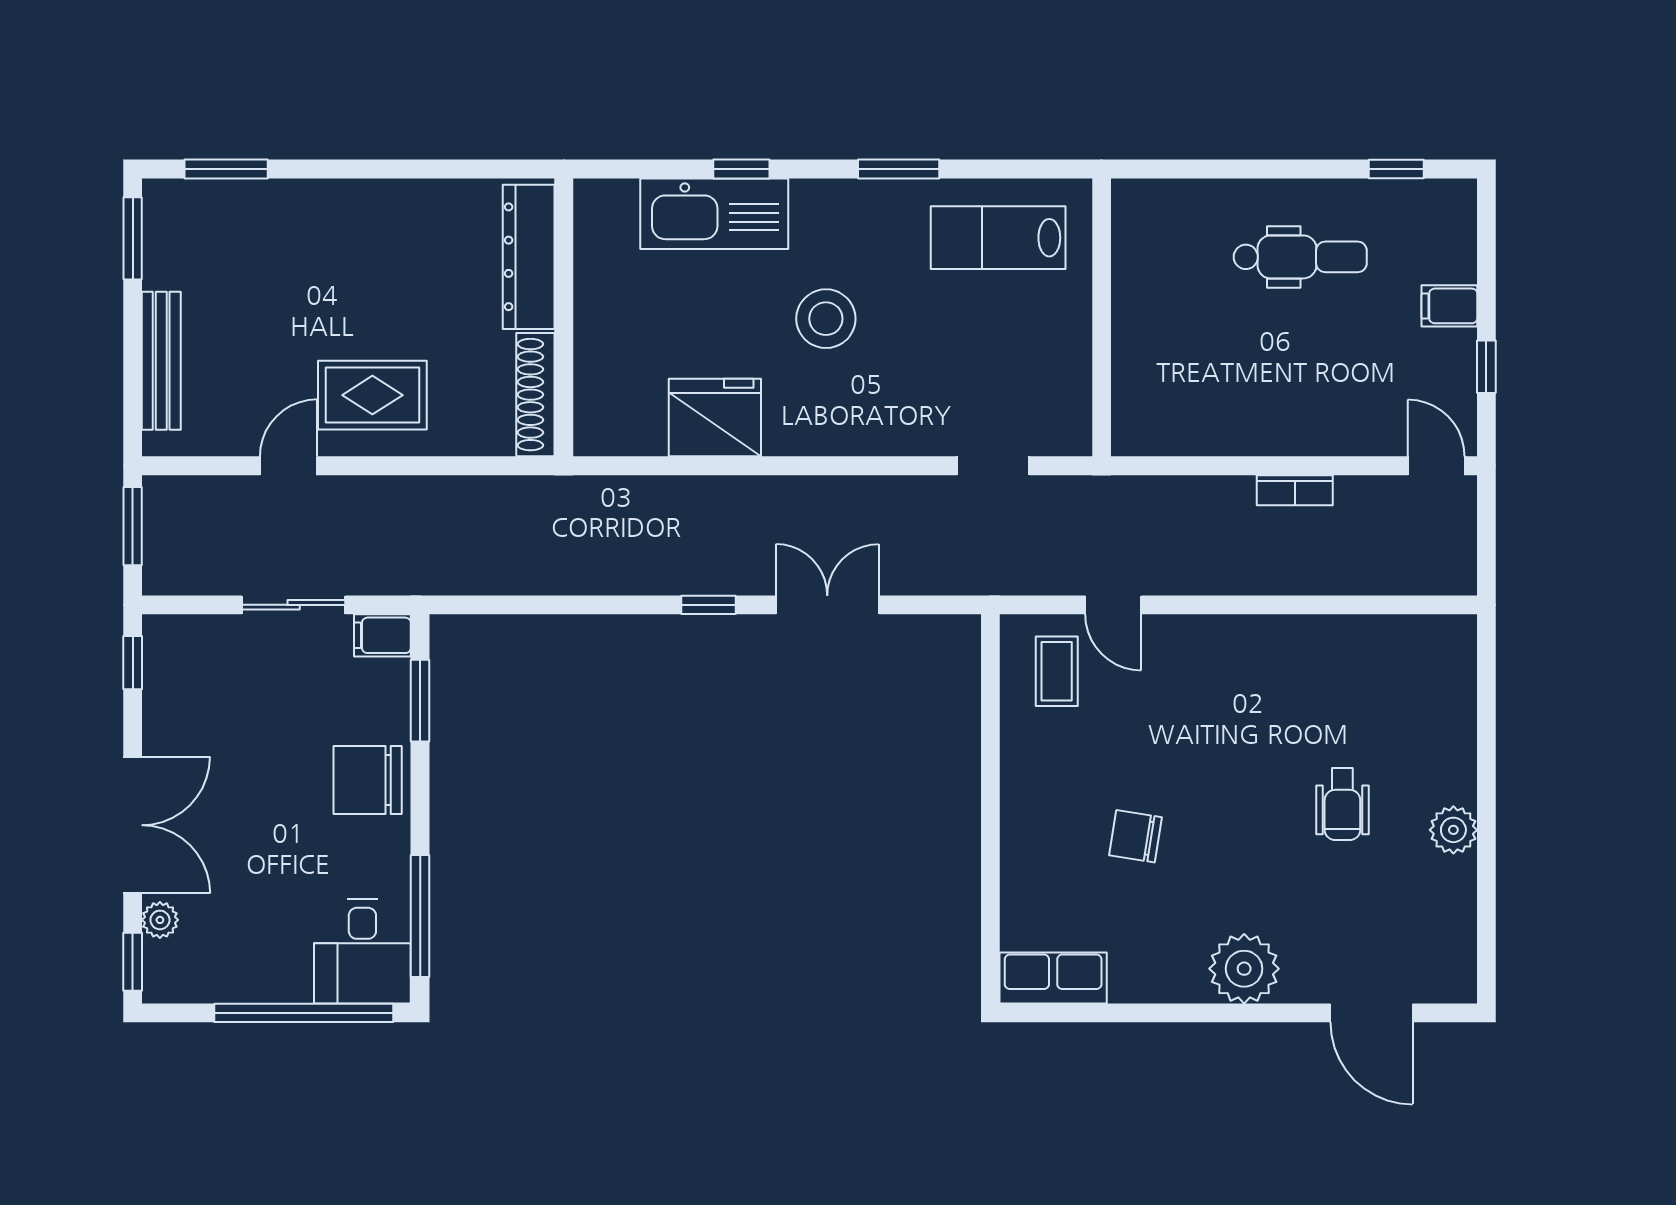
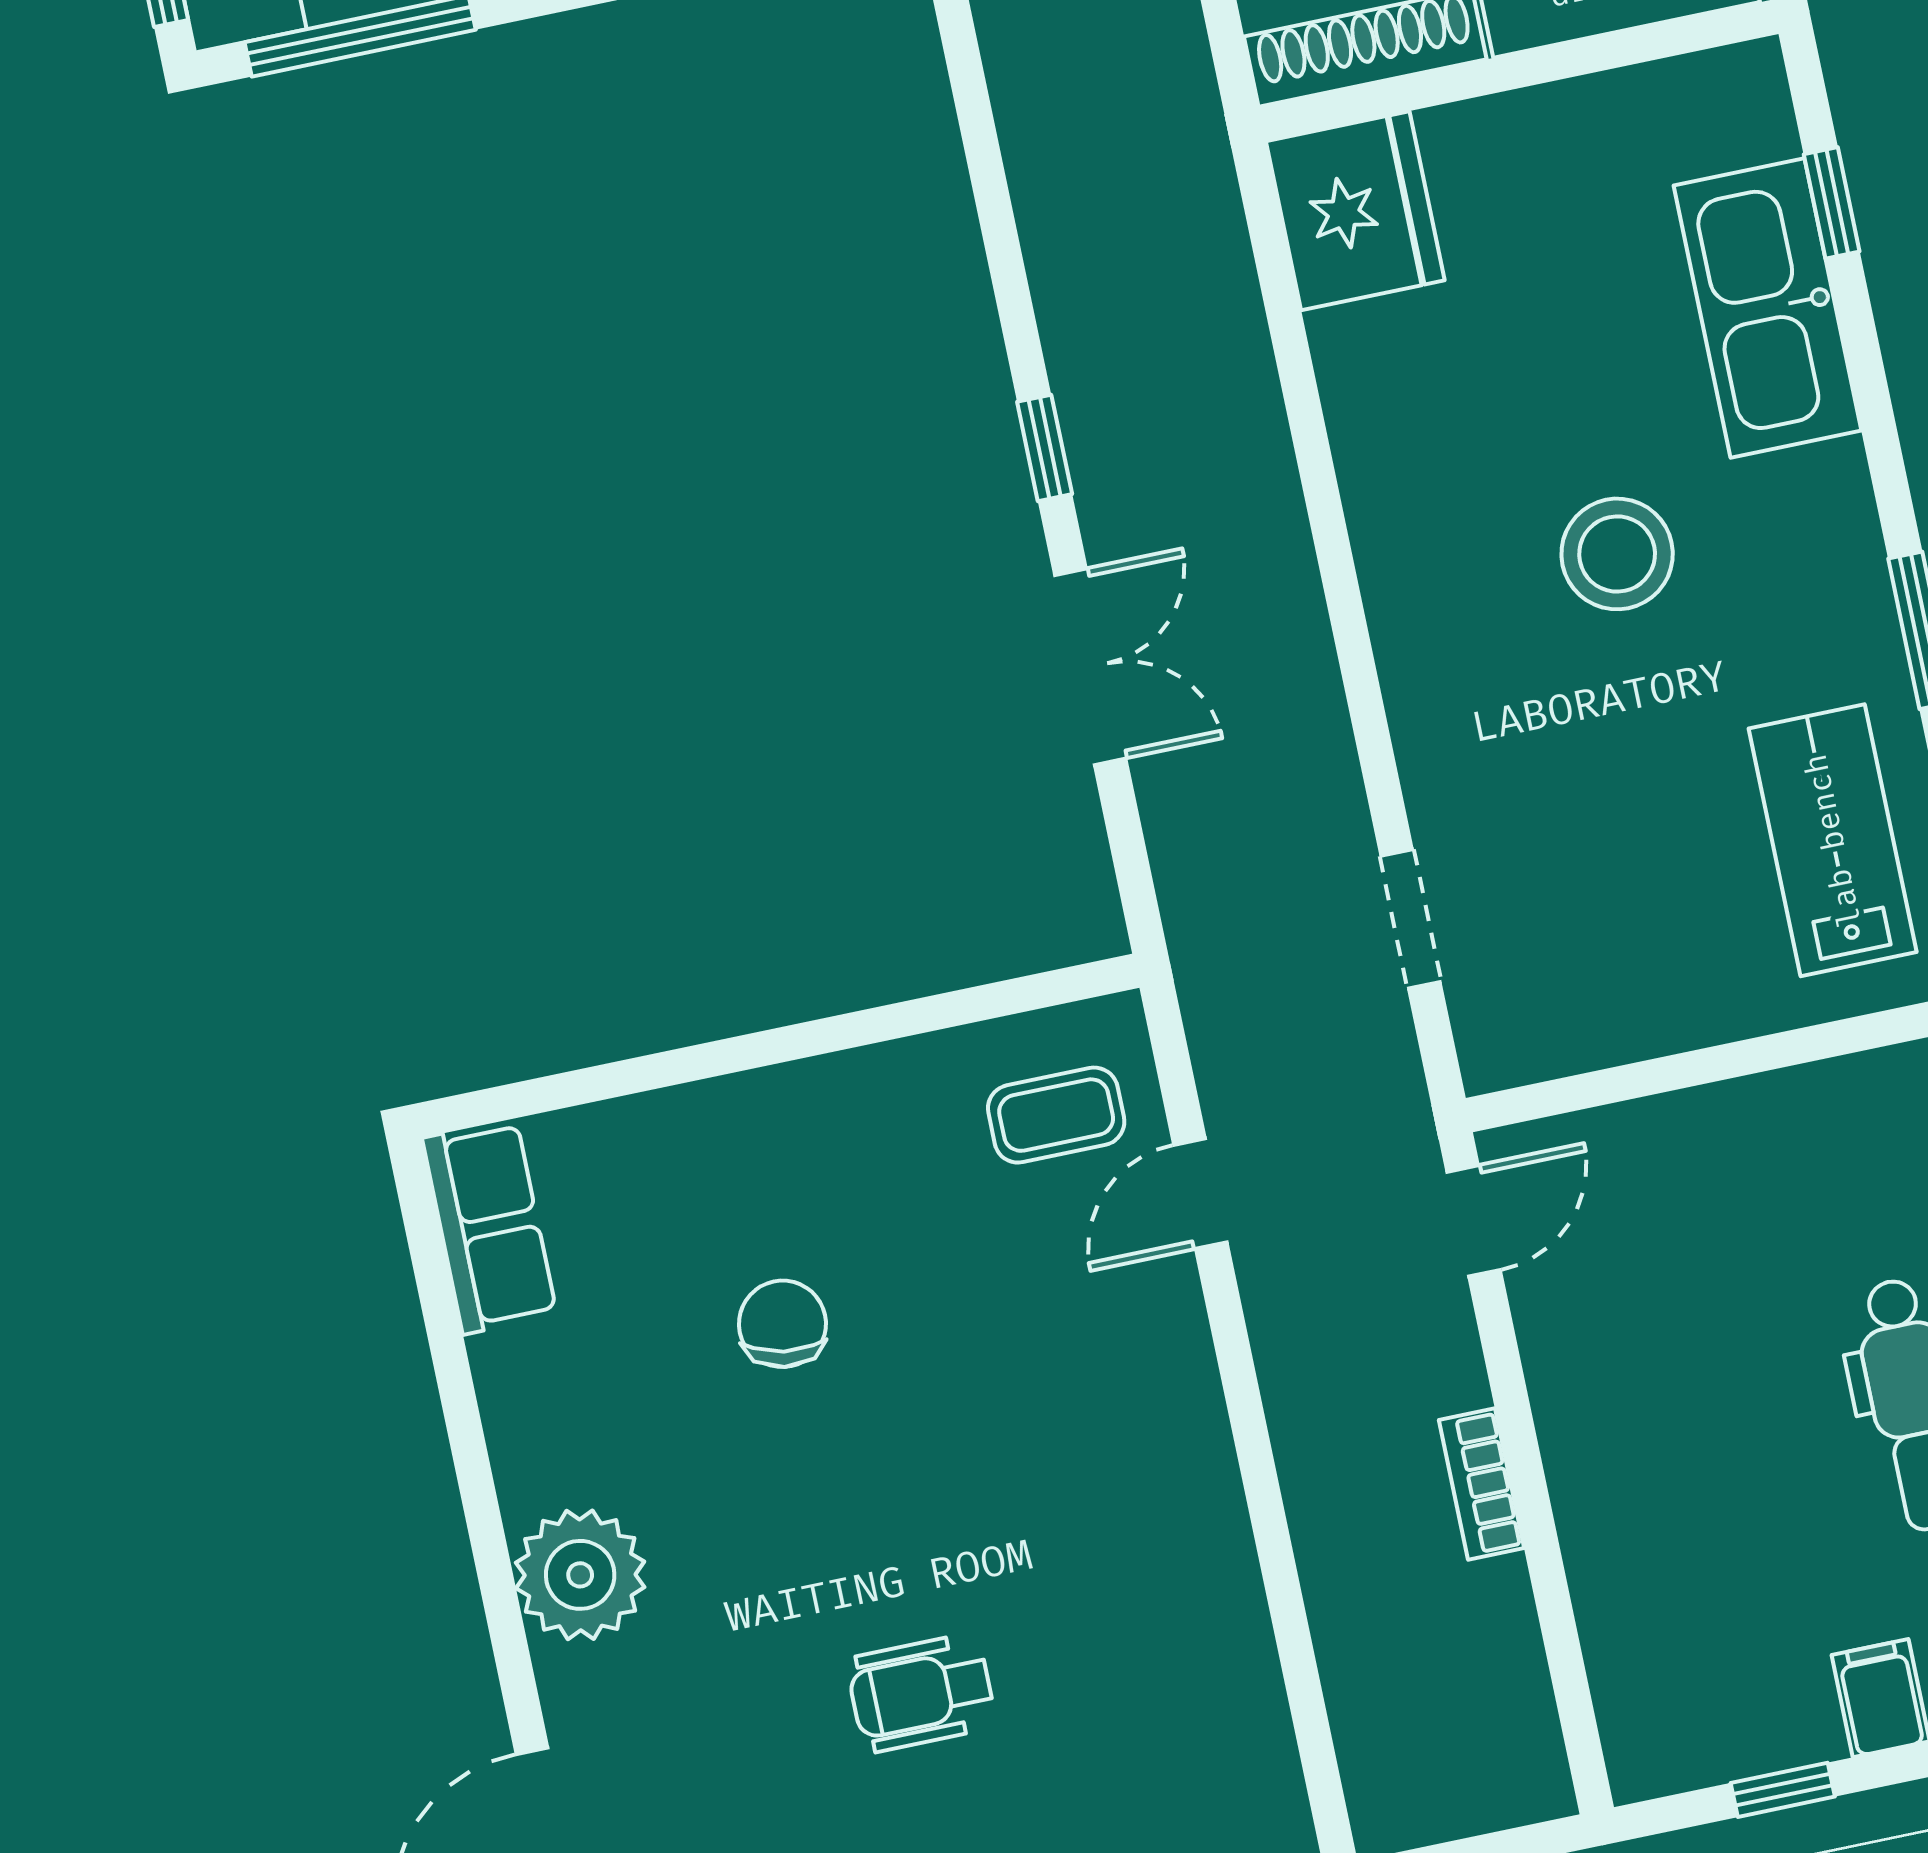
window: (741, 169) -> (1832, 203), moved
fridge: (715, 418) -> (1355, 211), moved
door: (1436, 466) -> (1474, 1221), moved

